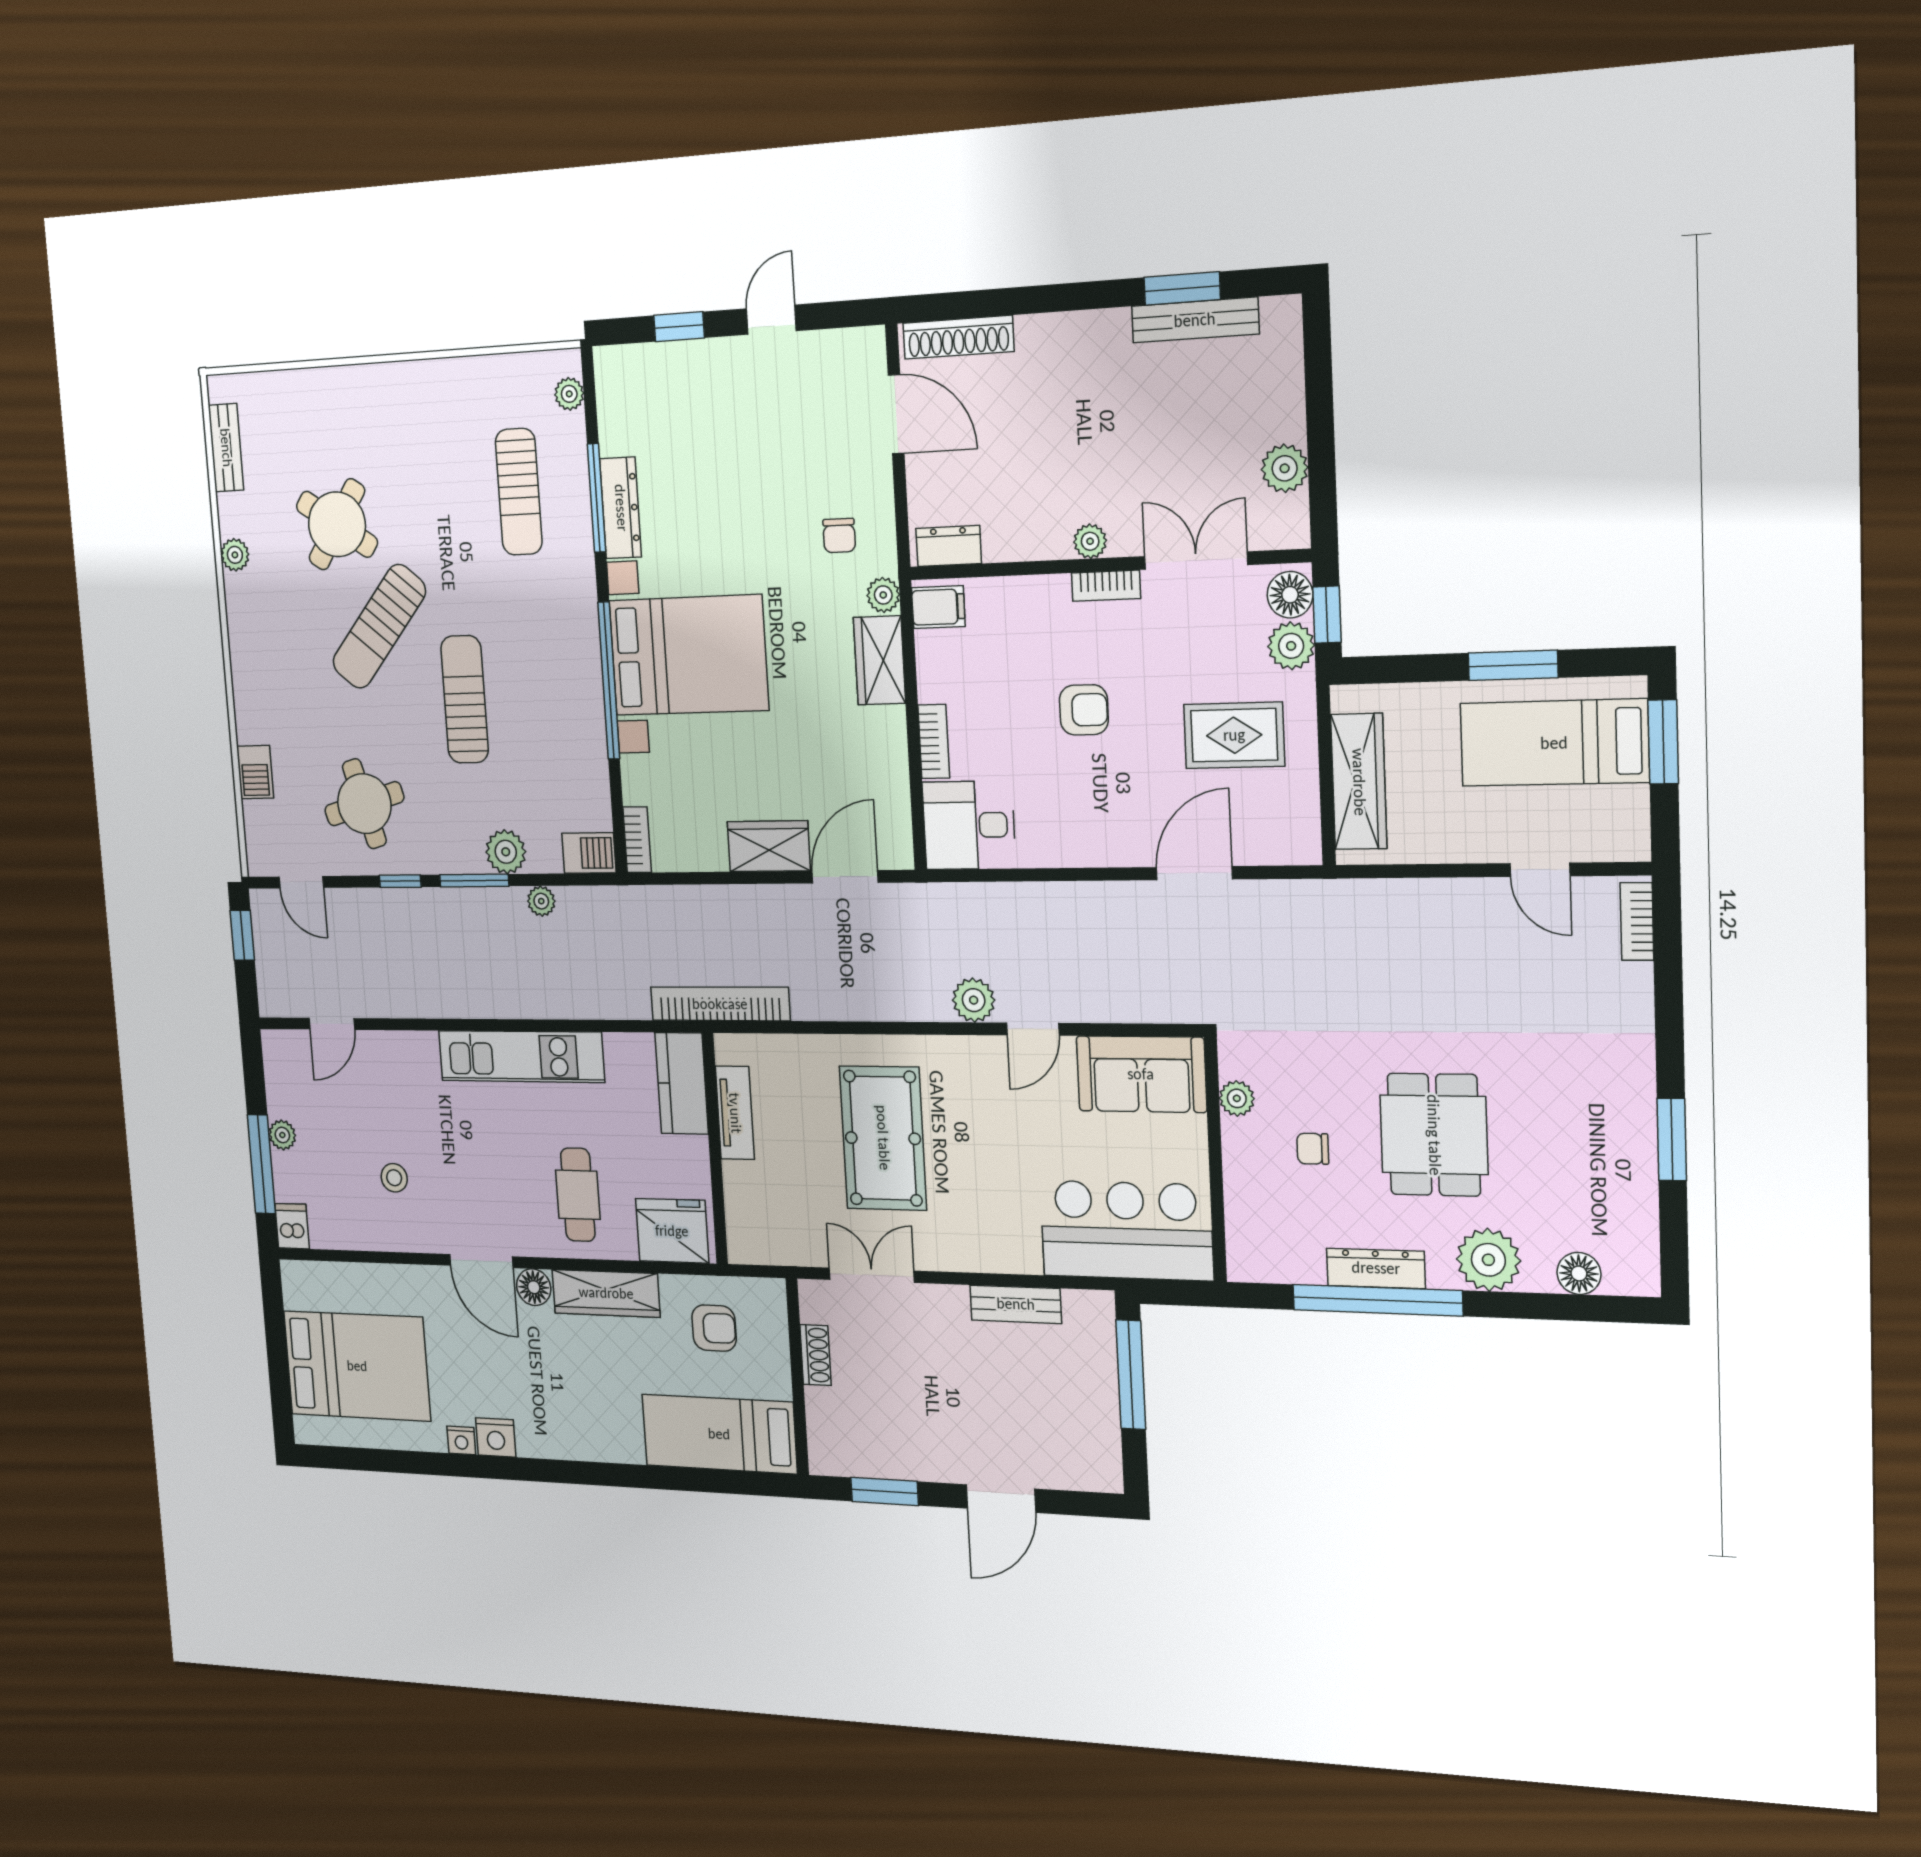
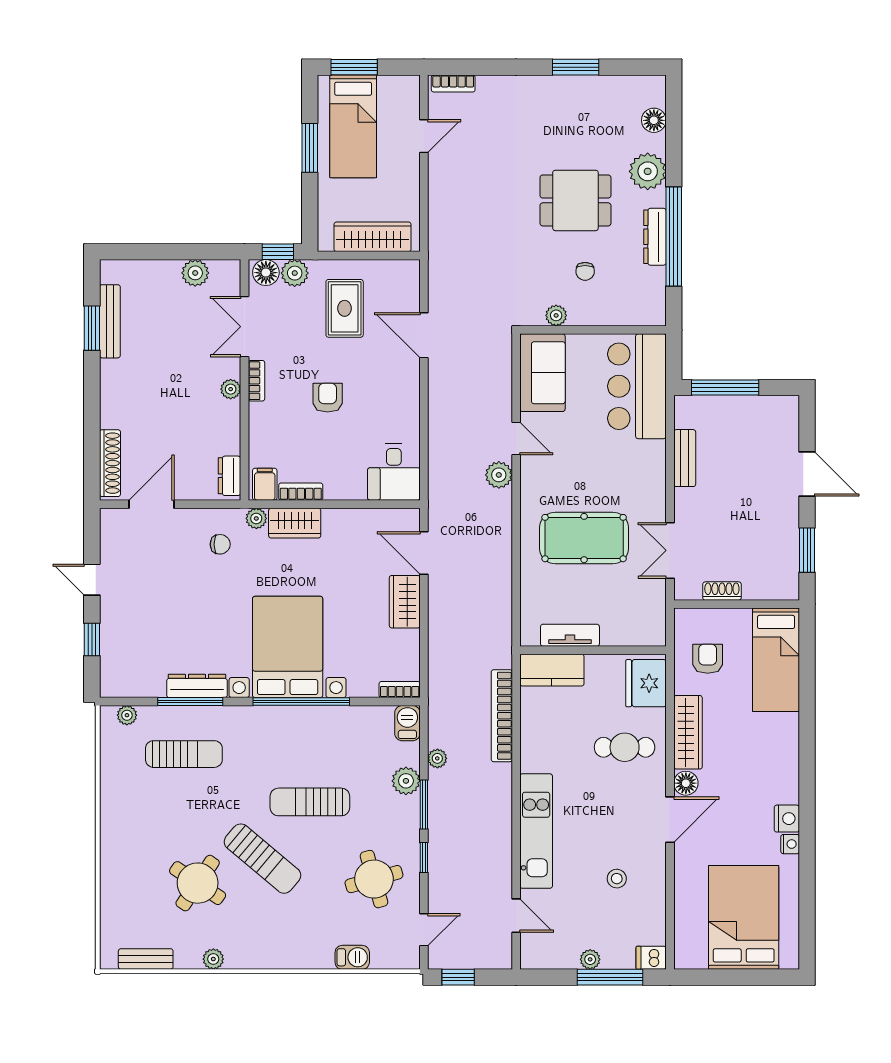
bookcase: (934, 741) -> (301, 492), moved
bookcase: (720, 1004) -> (502, 716), moved
kitchen unit: (521, 1056) -> (536, 831), moved

